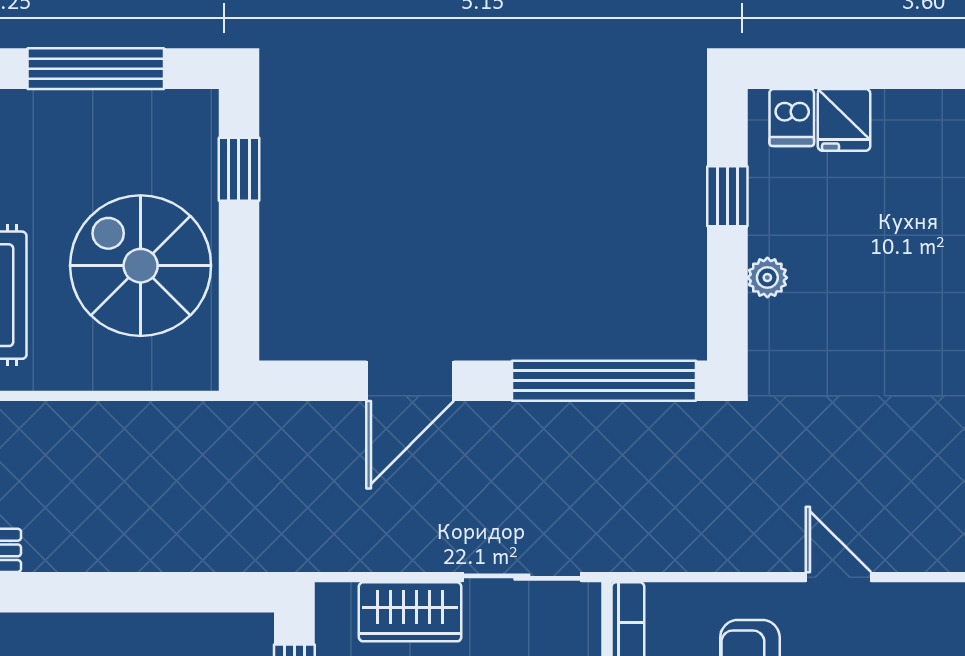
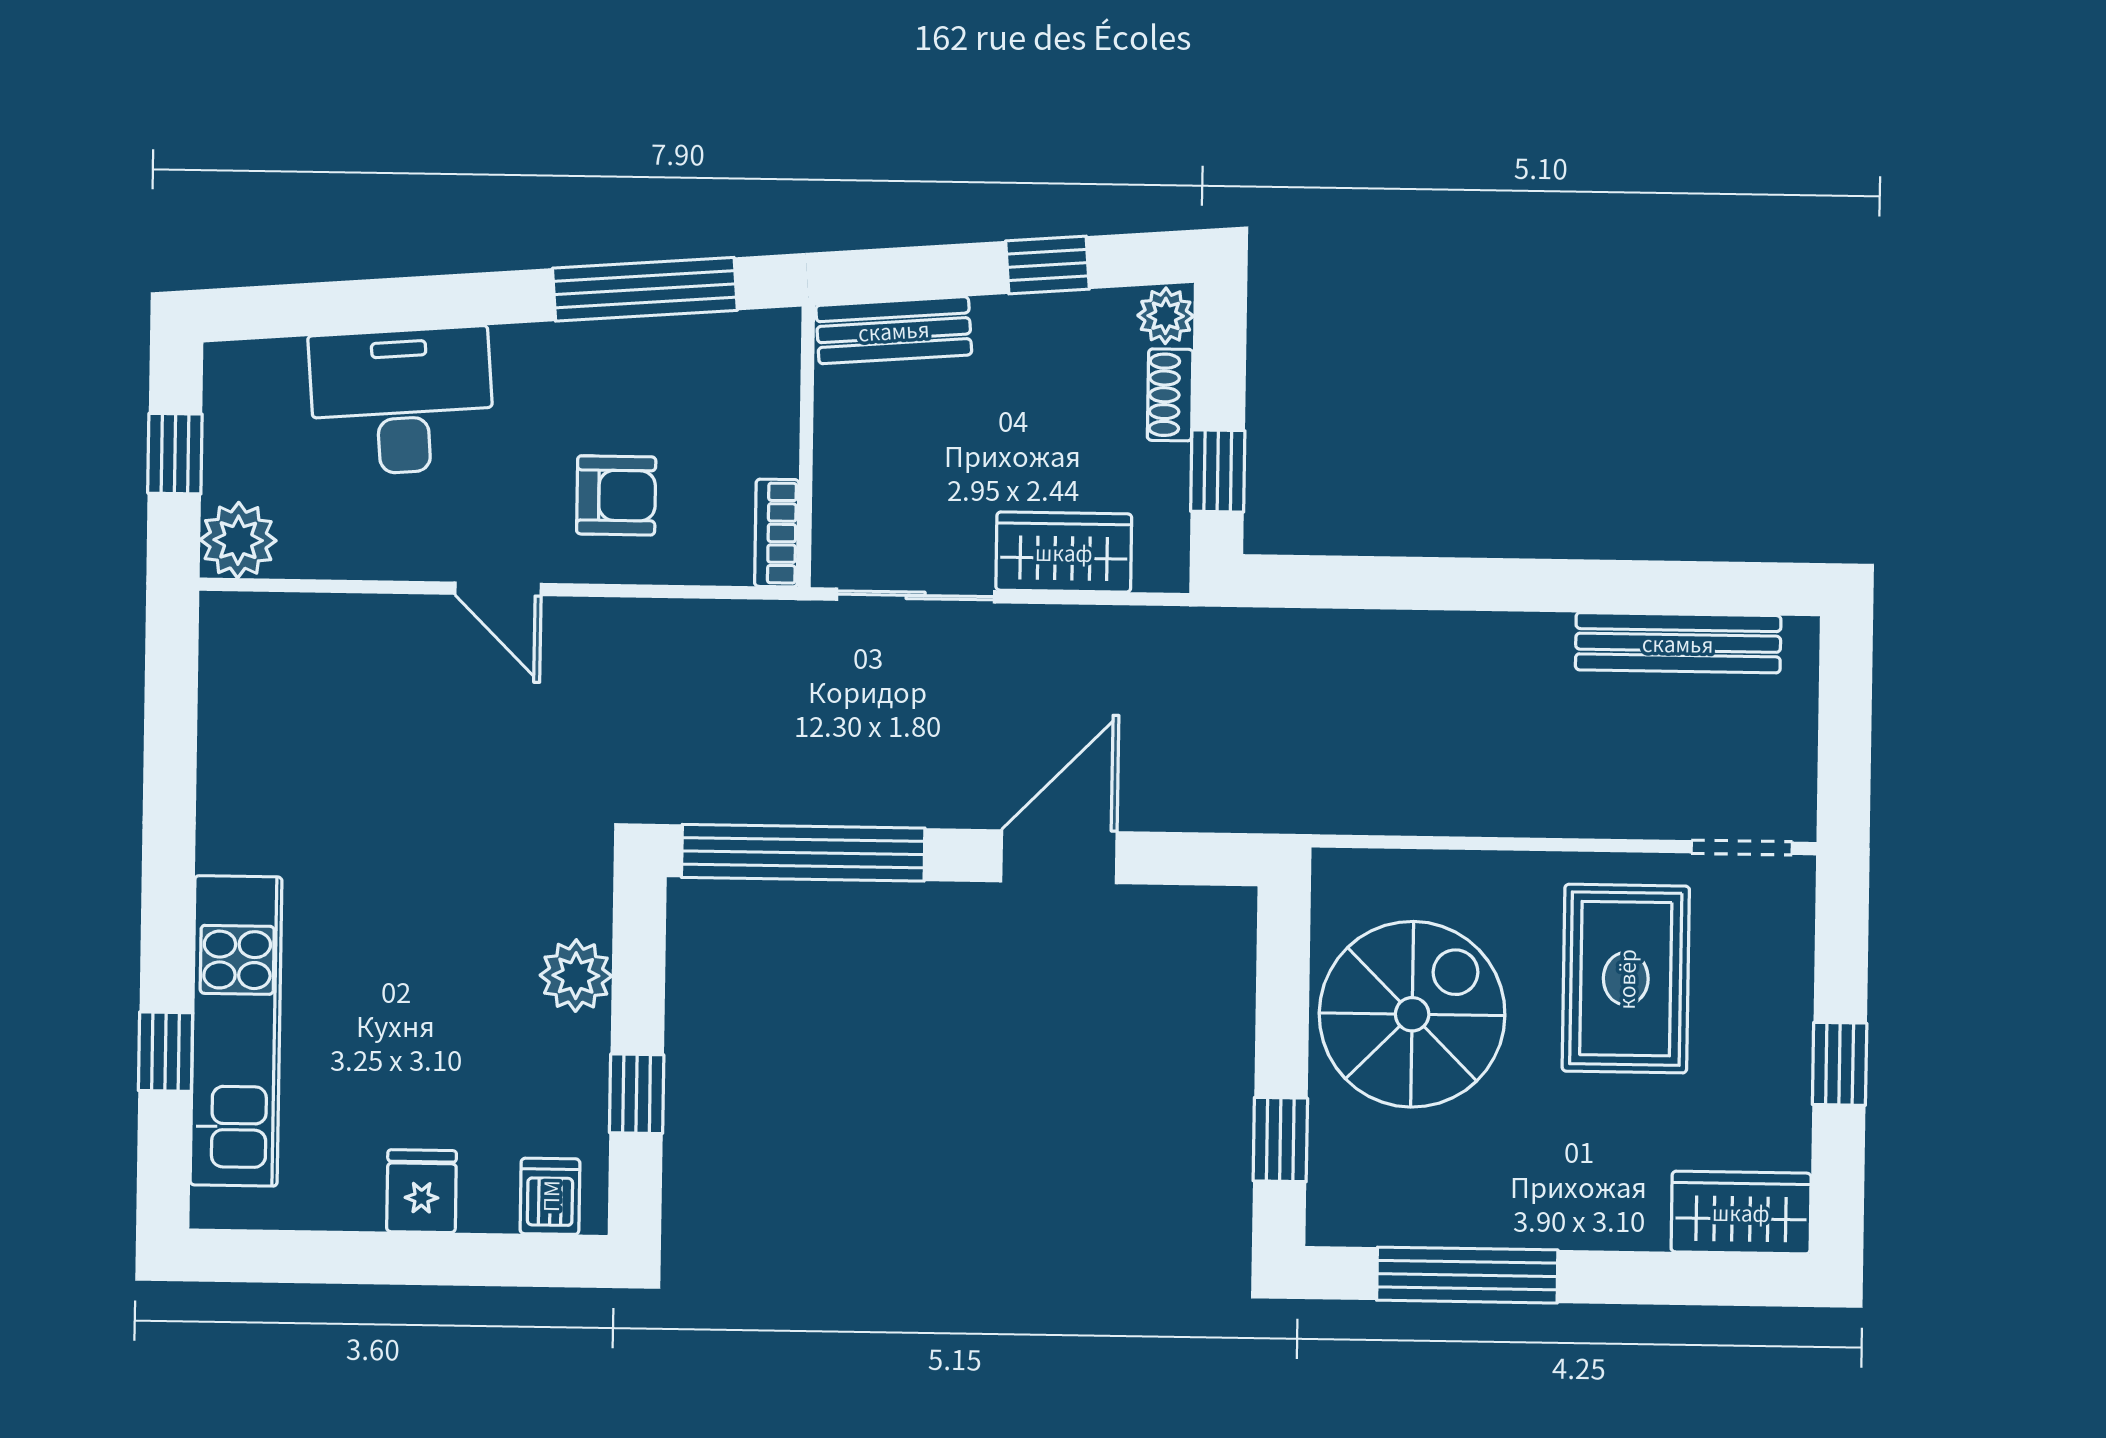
fridge: (844, 120) -> (422, 1191), moved
spiral stairs: (141, 266) -> (1412, 1014), turned -90
plant: (767, 278) -> (576, 976), width x1.38, depth x1.38

